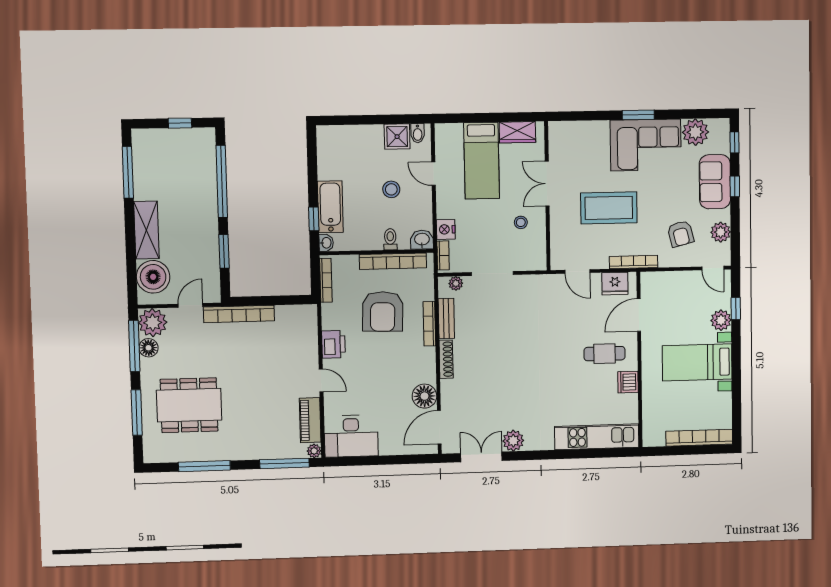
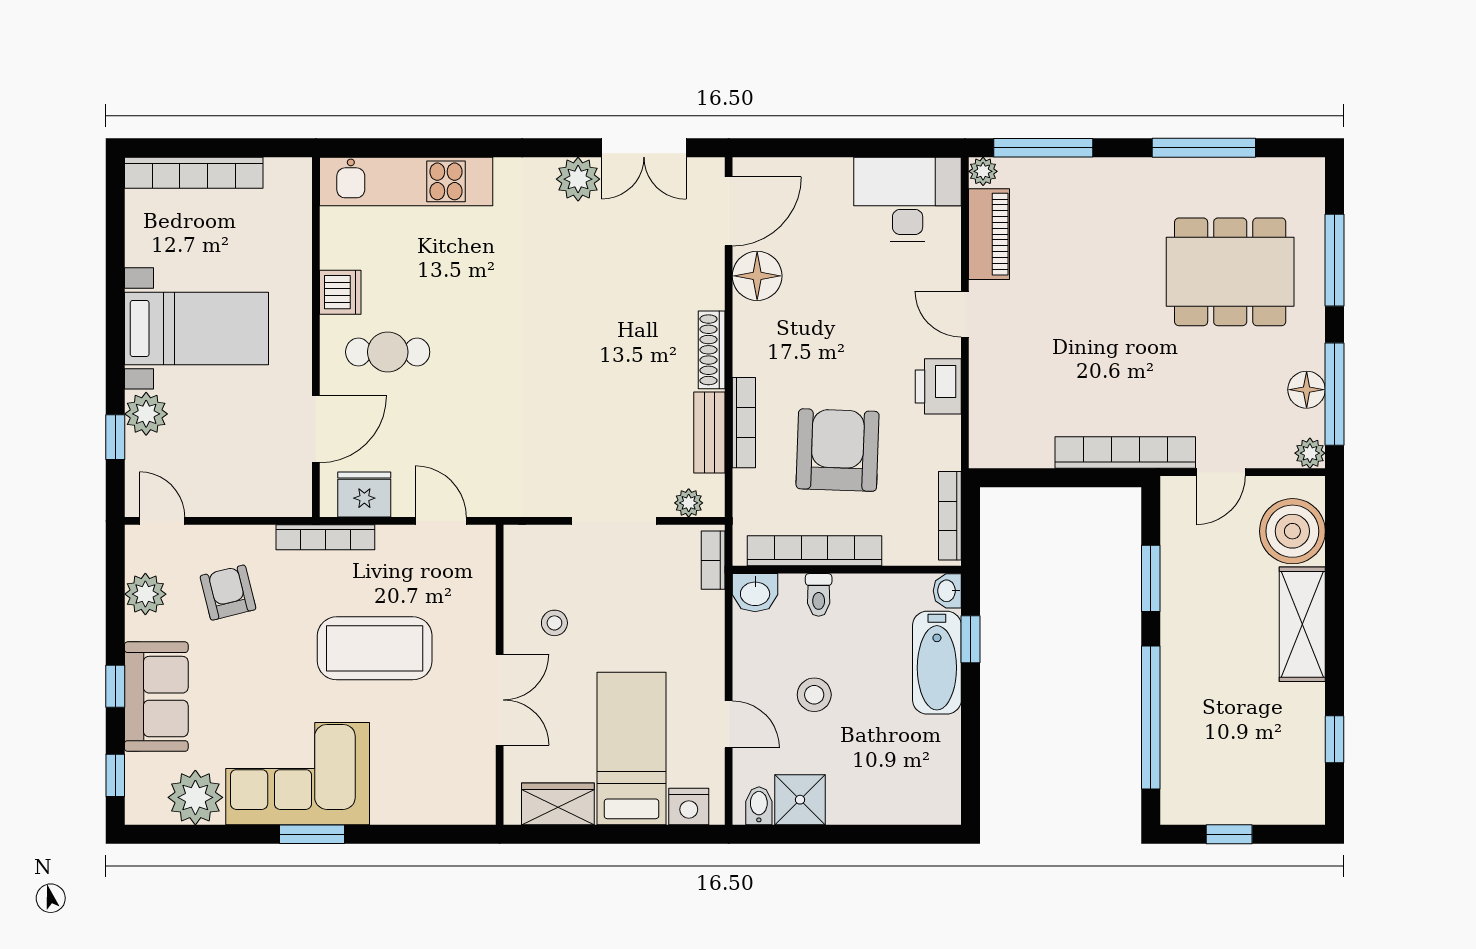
window: (128, 172) -> (1335, 739), width x0.46
nightstand: (446, 229) -> (689, 807), moved, turned 90
plant: (153, 323) -> (1310, 453), width x0.53, depth x0.53

